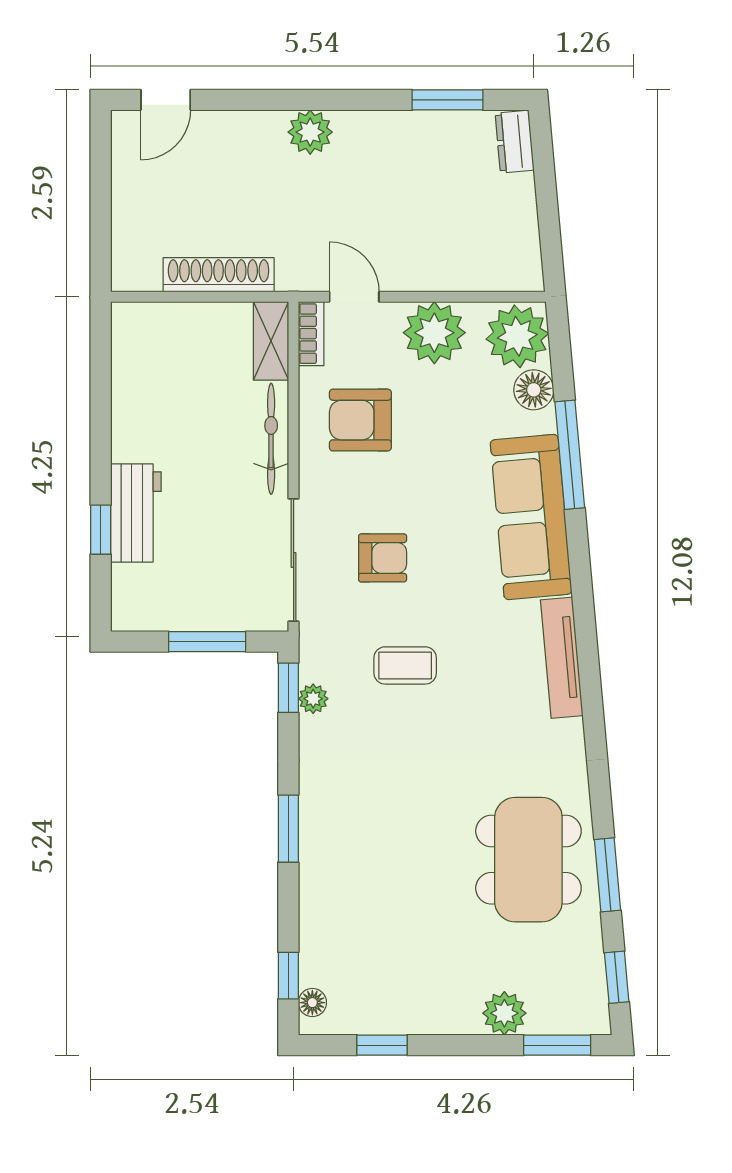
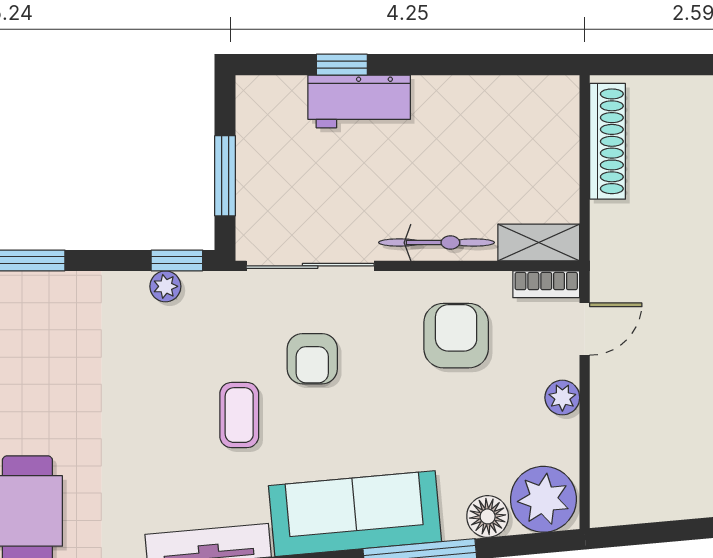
shoe rack: (219, 275) -> (608, 141), moved
plant: (434, 333) -> (562, 398), width x0.53, depth x0.53
coffee table: (405, 665) -> (239, 415), moved

